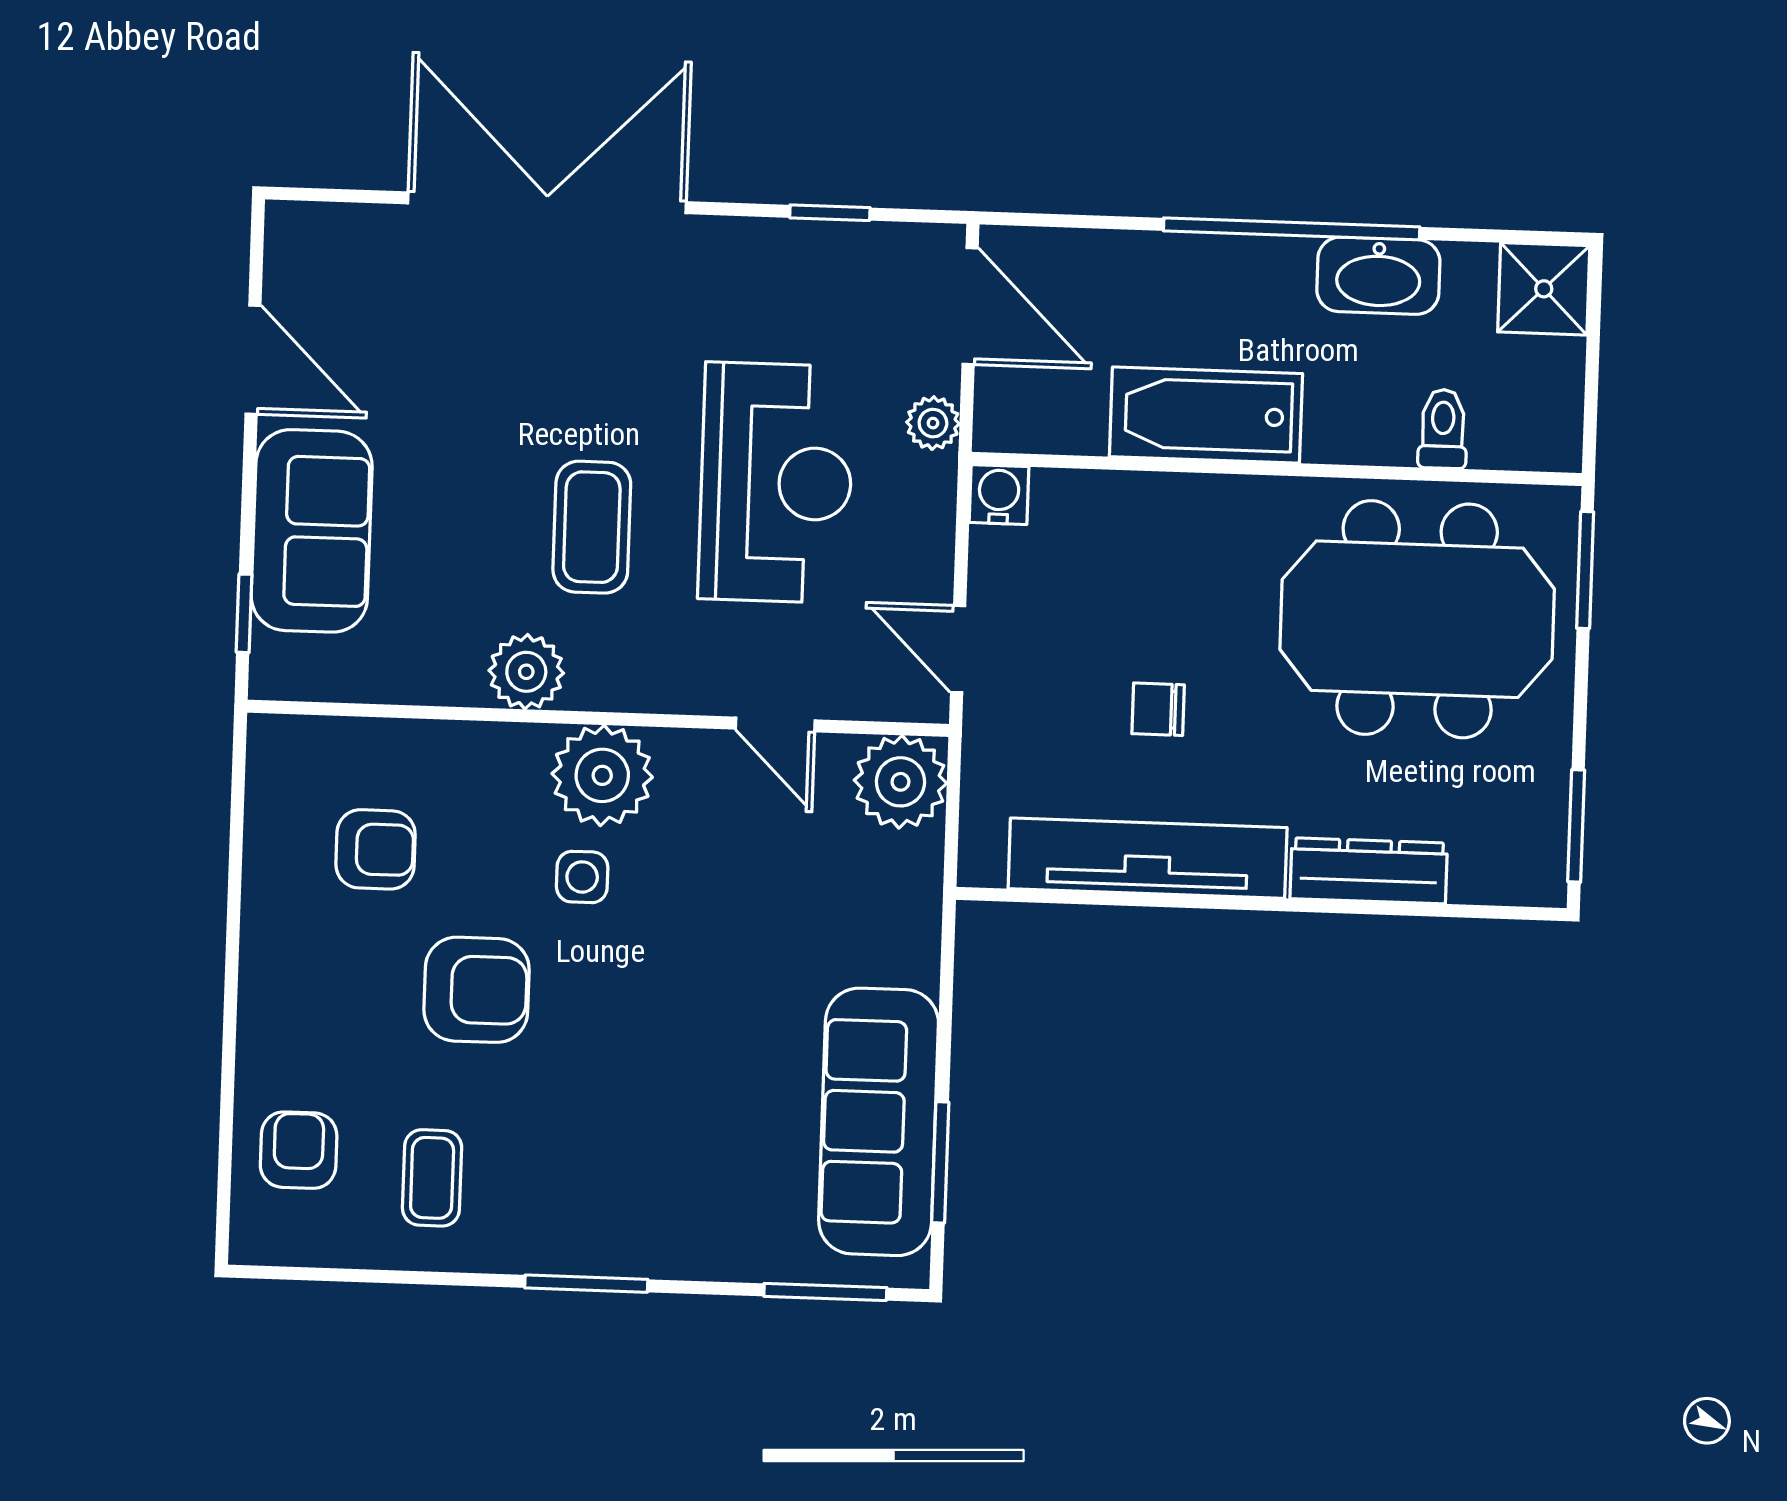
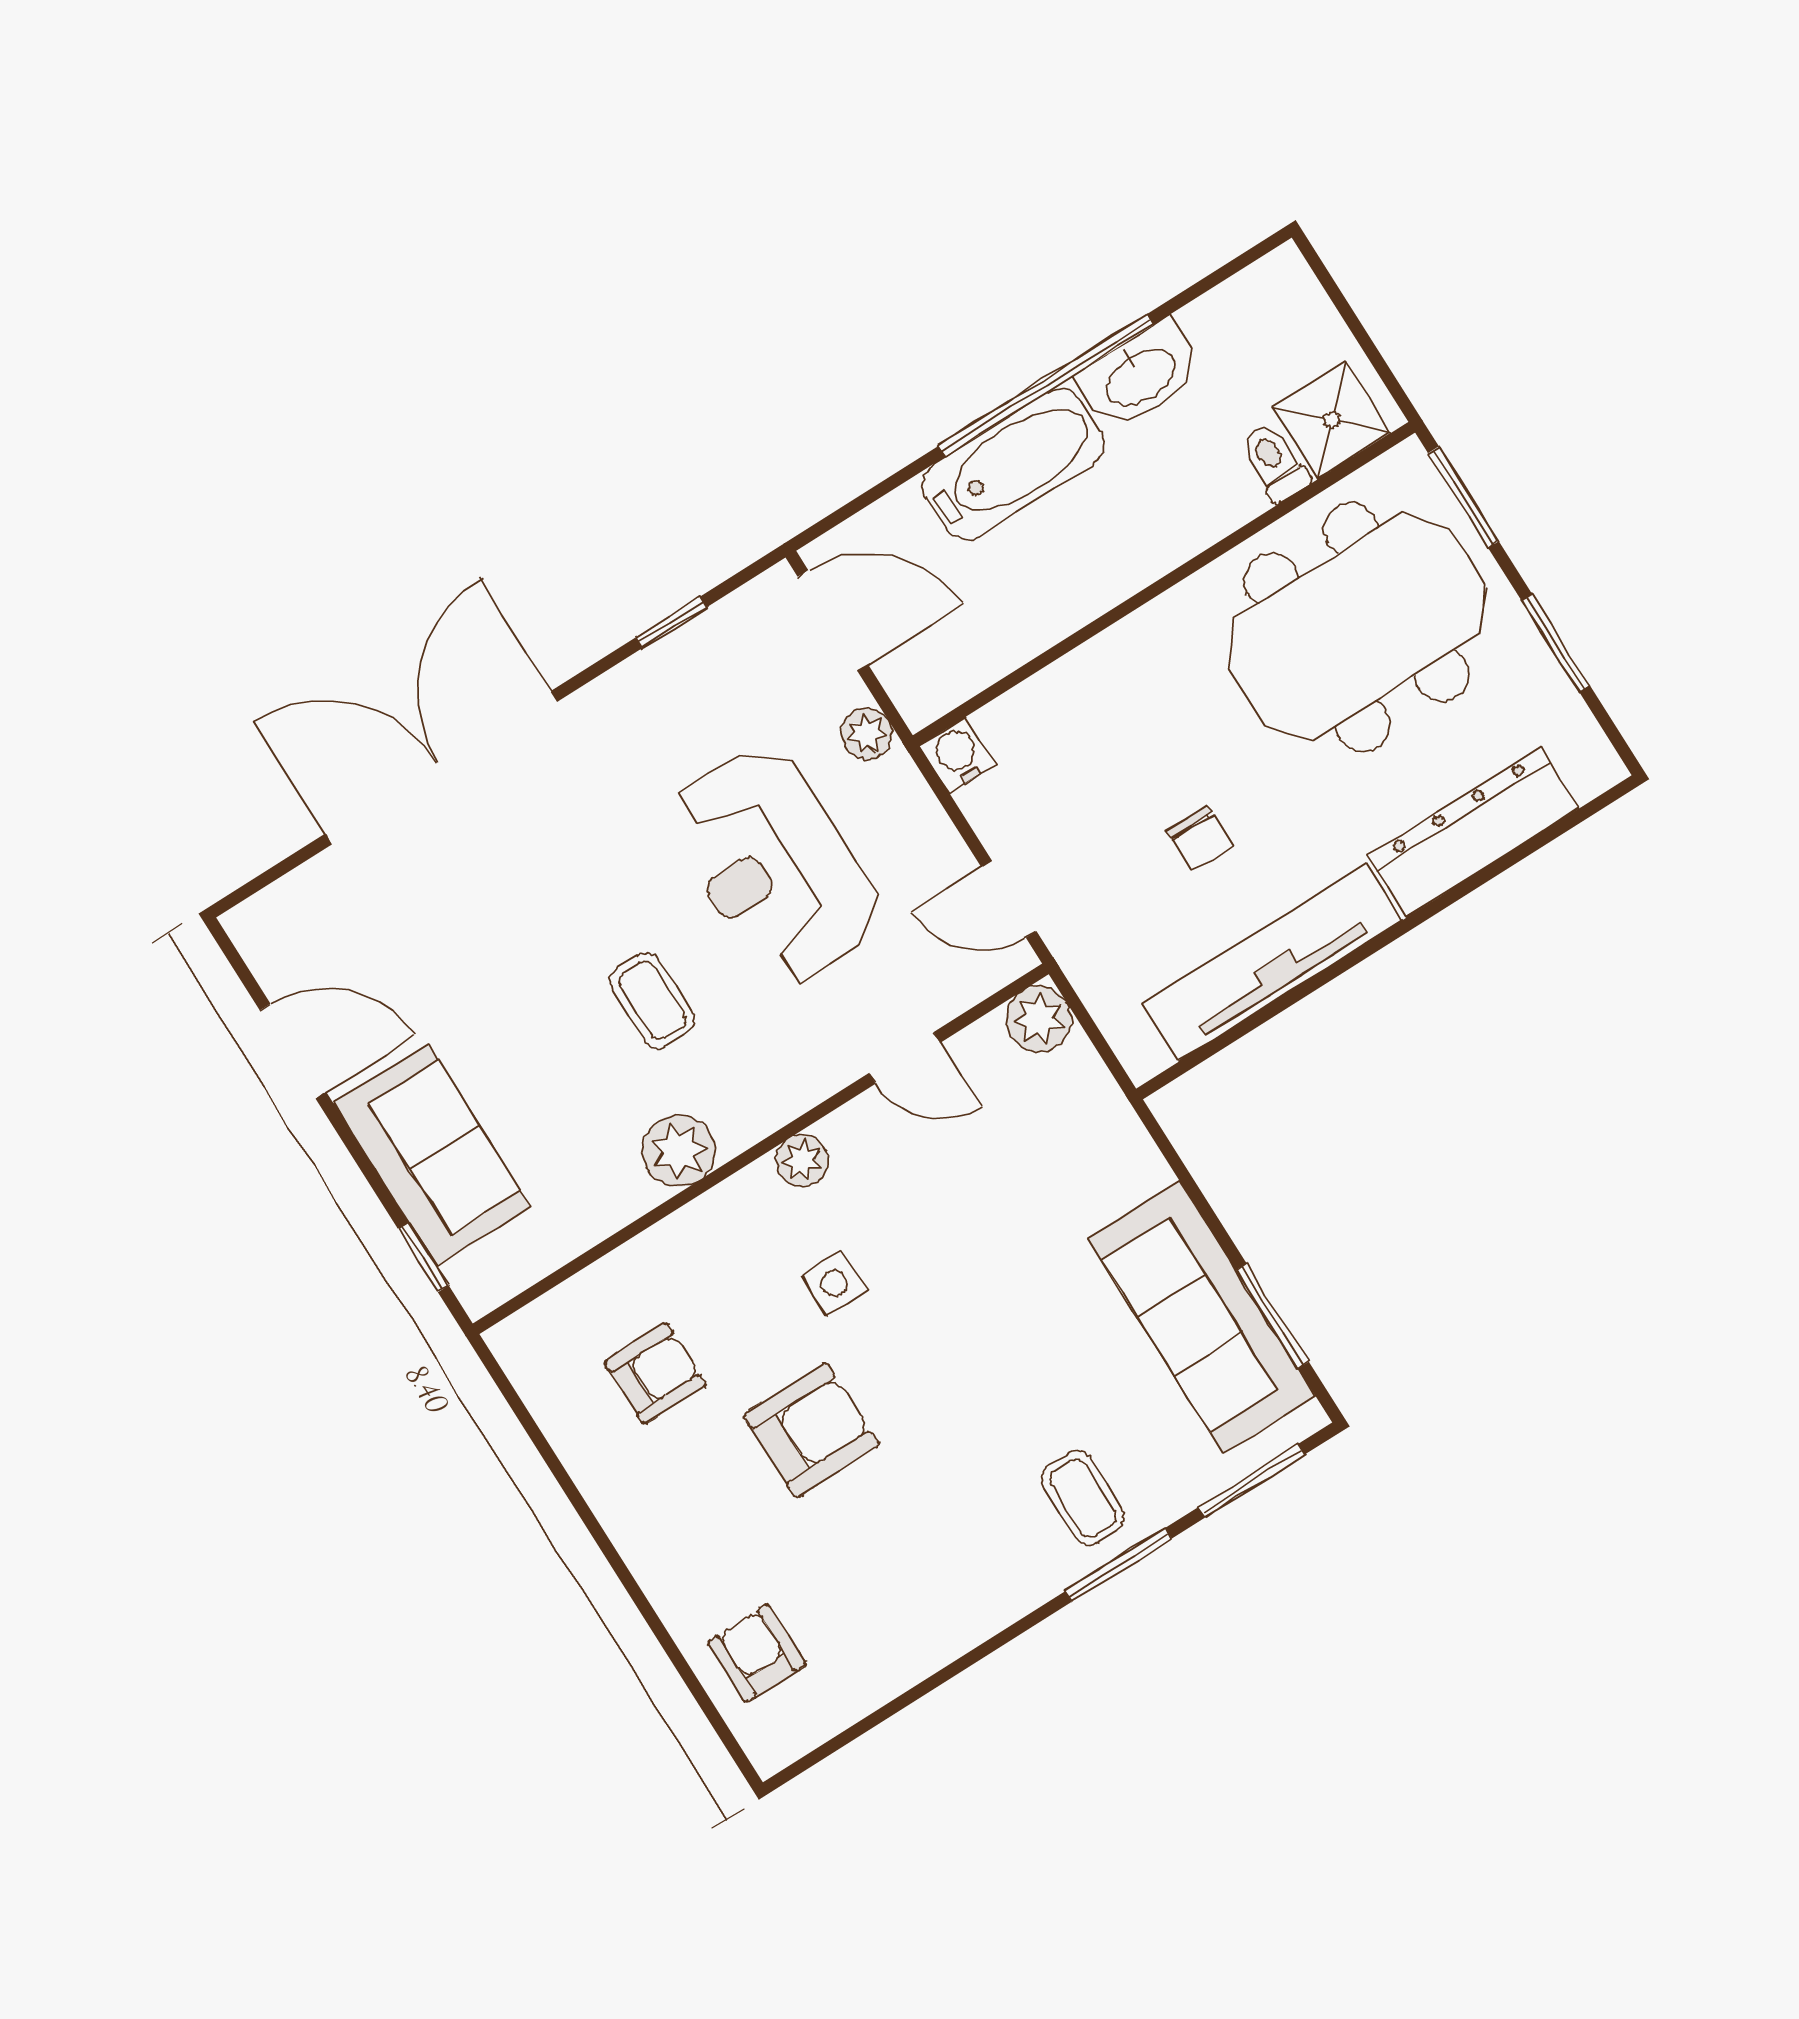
shower: (1544, 289) -> (1332, 420), moved
bathtub: (1206, 415) -> (1013, 464), moved, turned 180
reception desk: (776, 483) -> (775, 866), turned 180
coffee table: (592, 527) -> (652, 1001), width x0.73, depth x0.77
chair: (1158, 709) -> (1200, 839), turned -90
plant: (602, 775) -> (802, 1161), width x0.53, depth x0.53
plant: (900, 782) -> (1039, 1019), width x0.73, depth x0.73
window: (1576, 826) -> (1556, 643), moved
dresser: (1369, 871) -> (1474, 832), width x1.37, depth x1.24
coffee table: (432, 1178) -> (1083, 1498), moved
window: (586, 1284) -> (1118, 1565), moved

